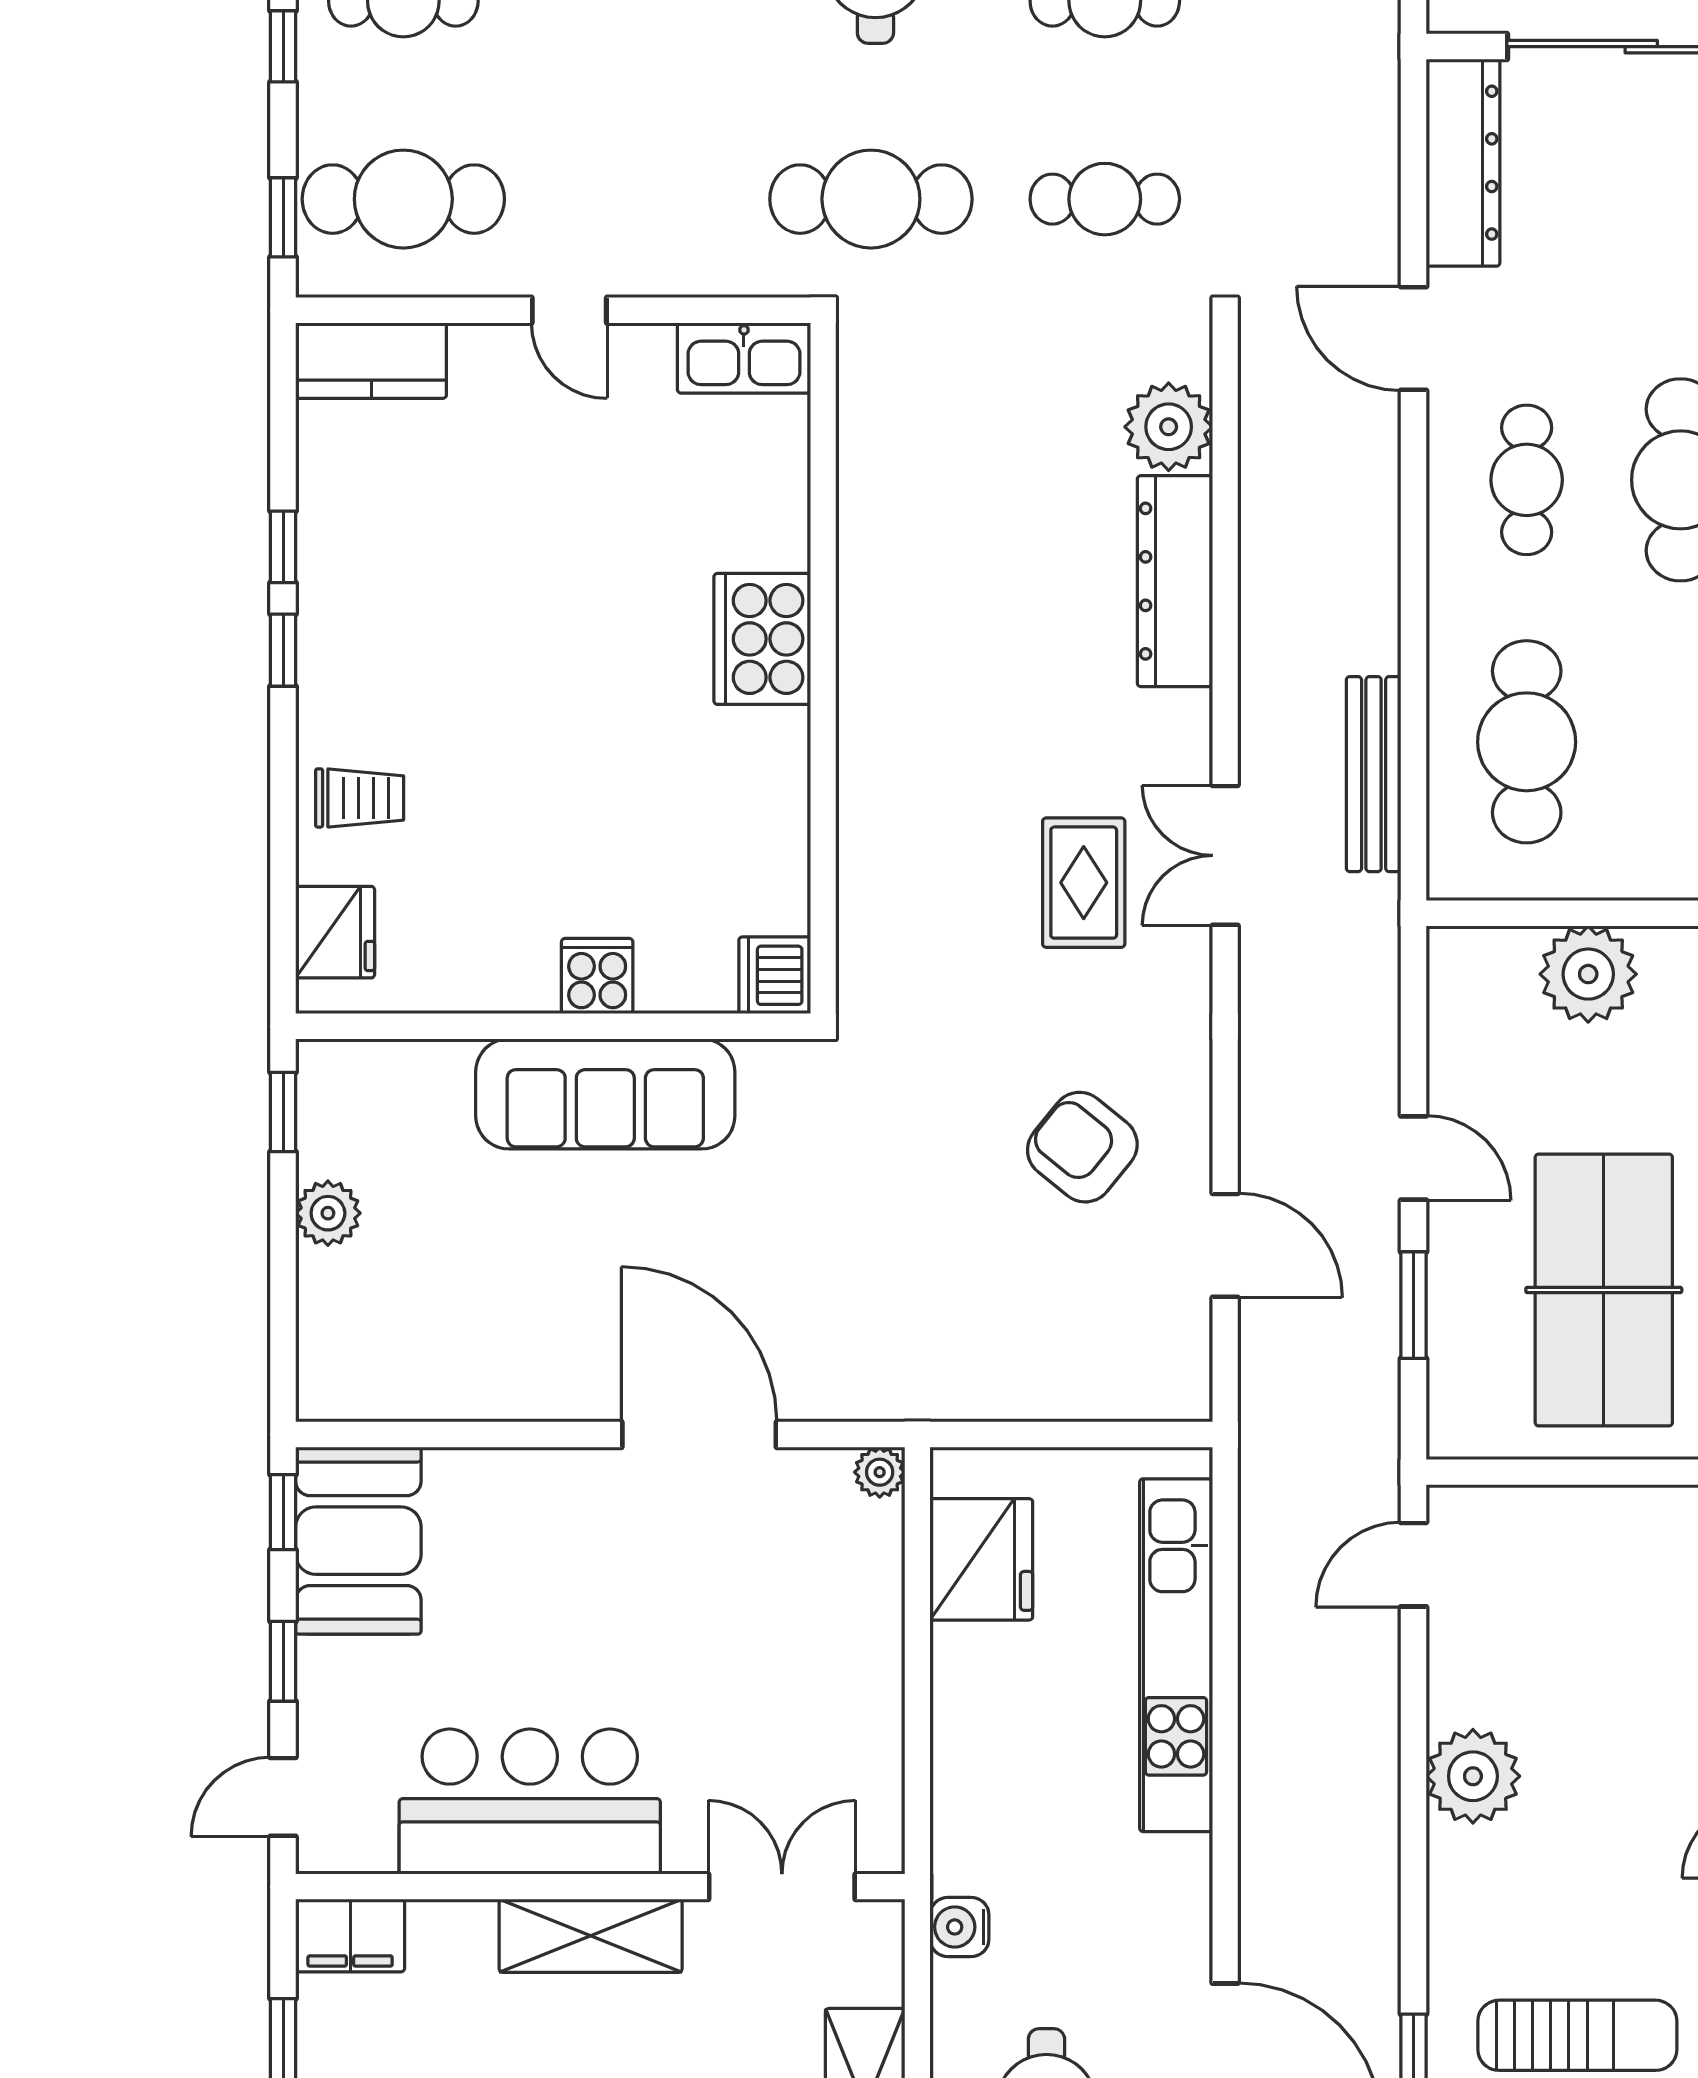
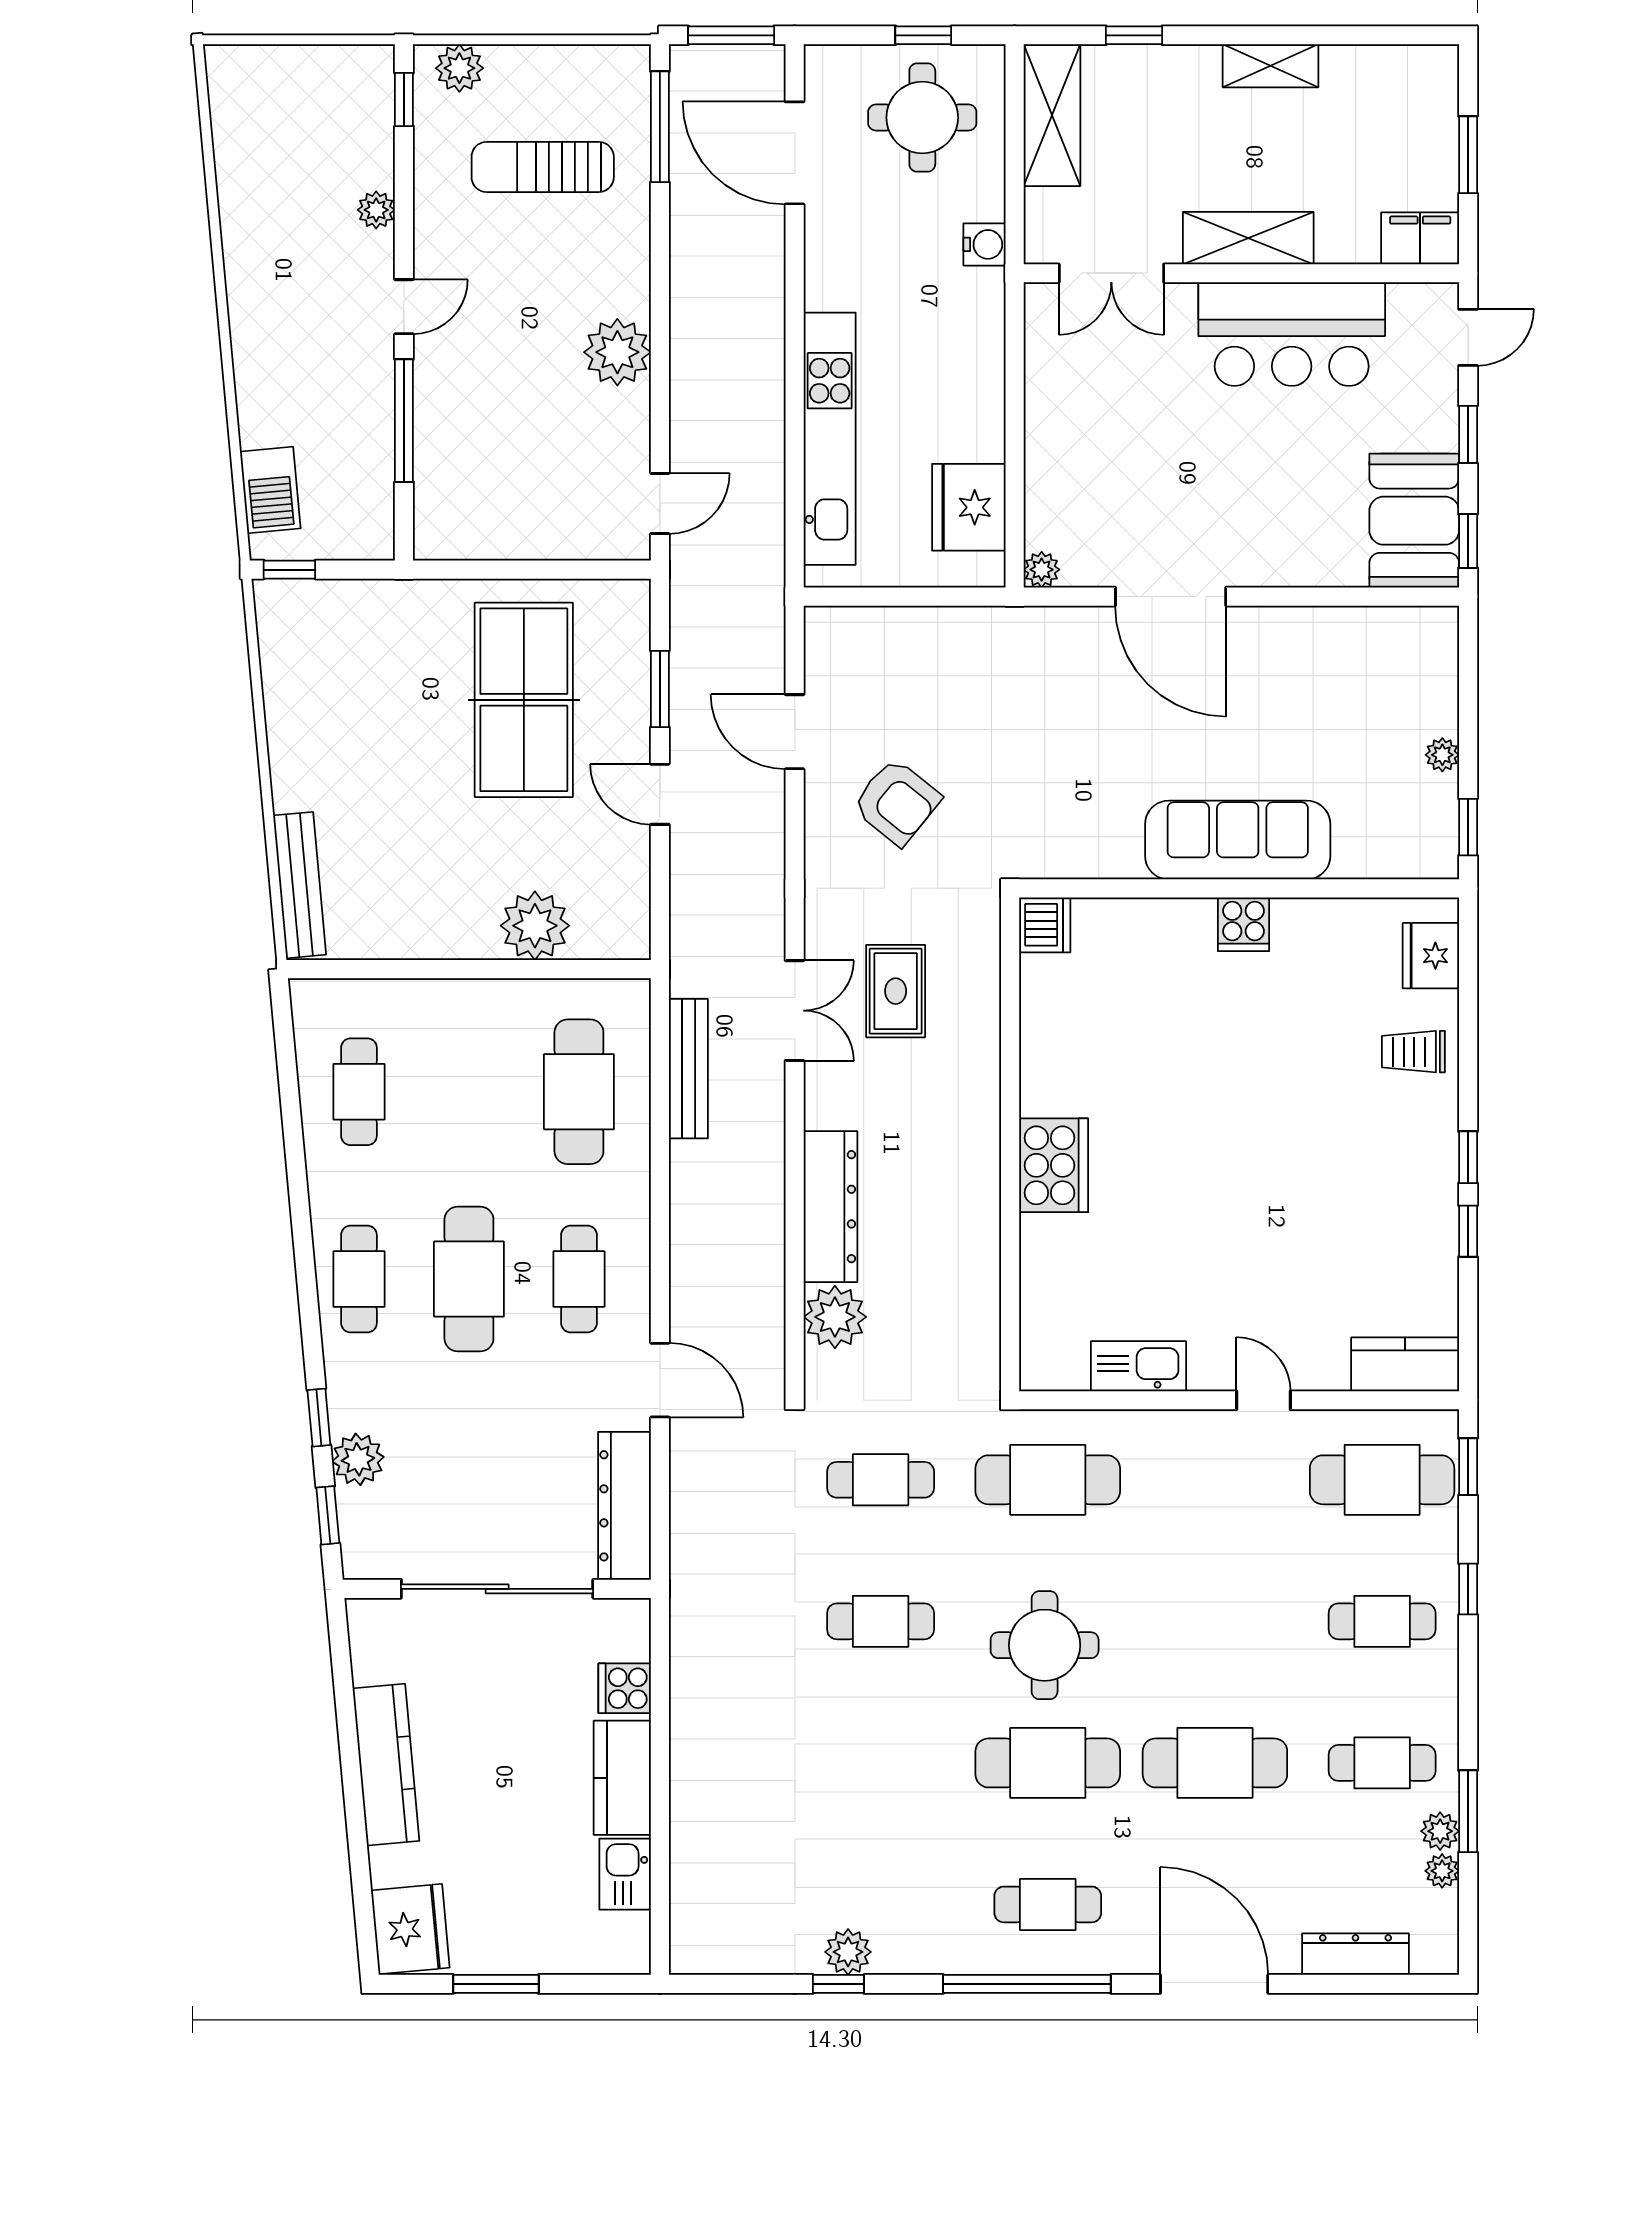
cooker: (762, 639) -> (1054, 1165), moved
wall: (823, 668) -> (1010, 1144), moved
dishwasher: (775, 975) -> (1045, 925), moved
plant: (328, 1213) -> (1442, 755), width x0.73, depth x0.73

